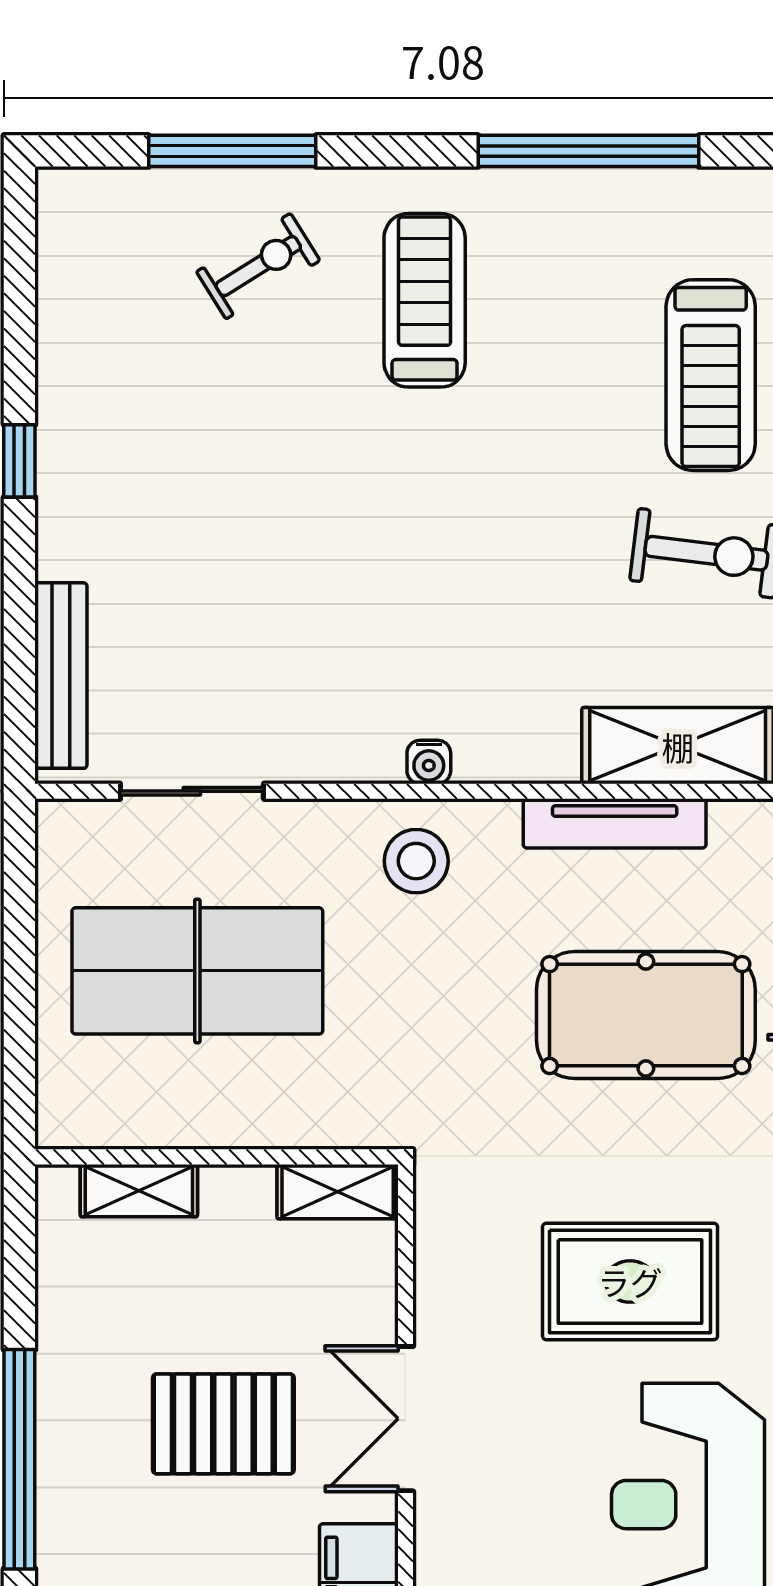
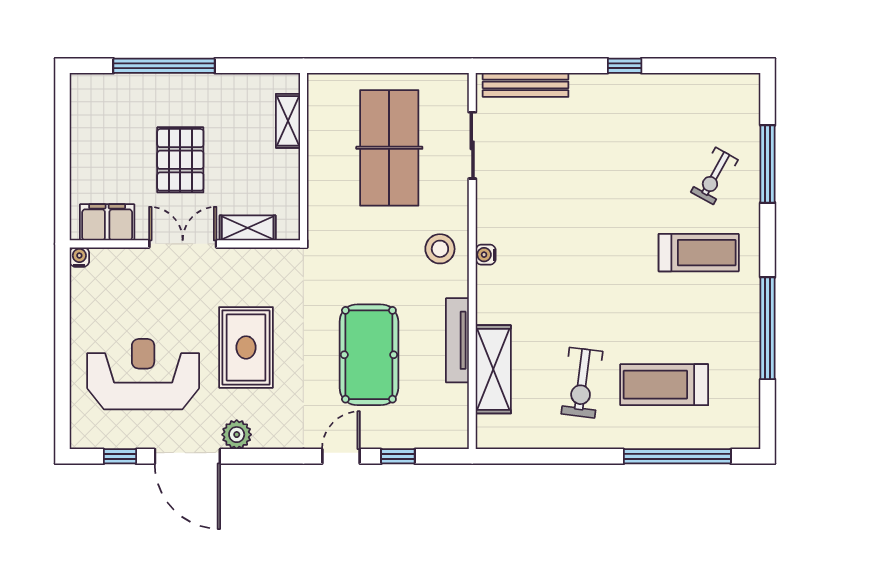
exercise bike: (258, 266) -> (714, 176), turned 61
shelving: (338, 1192) -> (248, 228), moved, turned 90

